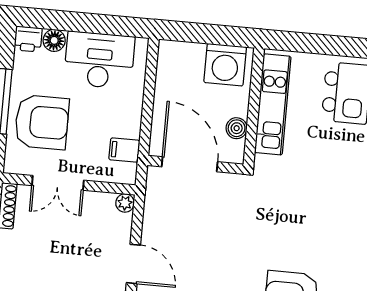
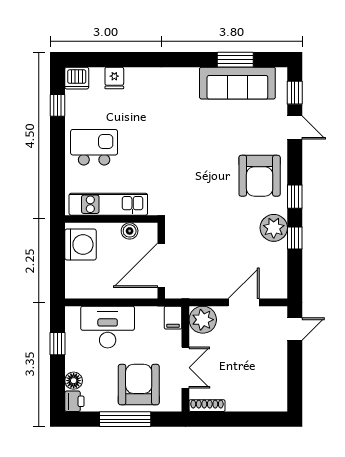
window: (103, 24) -> (58, 344), added
desk: (99, 60) -> (108, 327), moved, turned 90
filing cabinet: (124, 150) -> (173, 318), moved
plant: (125, 203) -> (203, 320), width x1.87, depth x1.87

